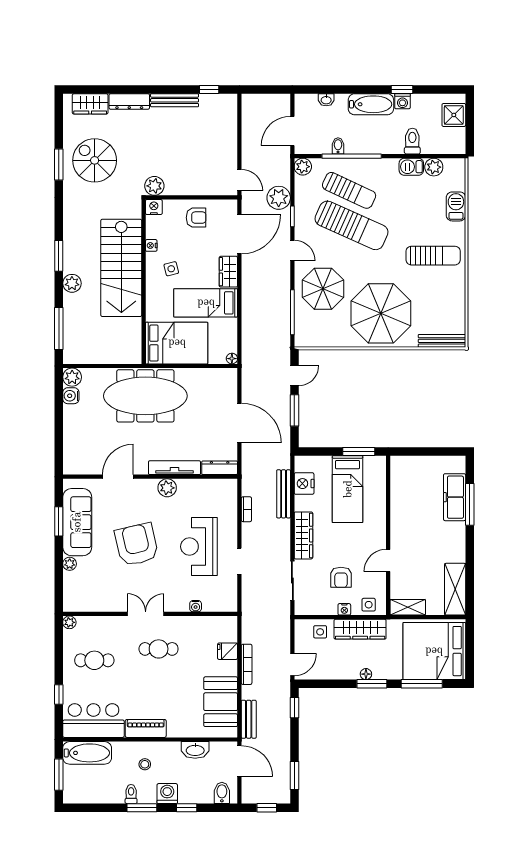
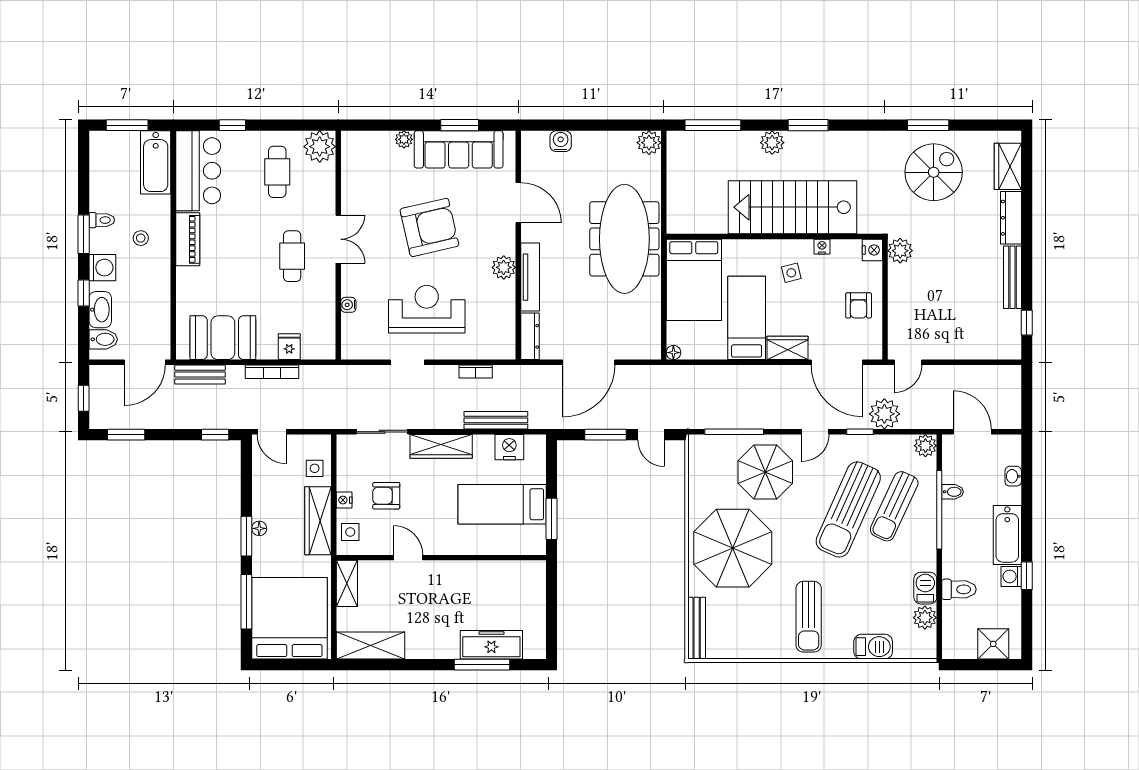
water cooler: (71, 396) -> (561, 141), moved
plant: (69, 622) -> (320, 147), width x1.88, depth x1.88
washbasin: (195, 750) -> (100, 310), moved, turned 180

